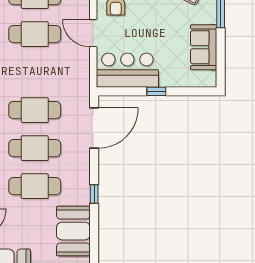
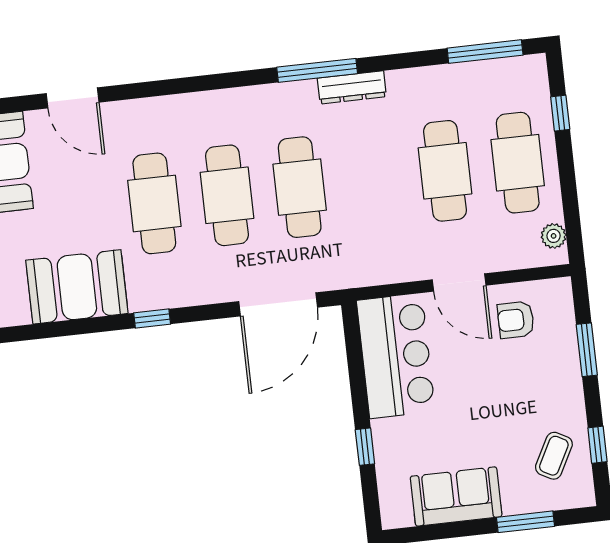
door: (93, 33) -> (459, 283), swing flipped
window: (156, 91) -> (365, 447), moved
door: (94, 128) -> (278, 304), hinge flipped

